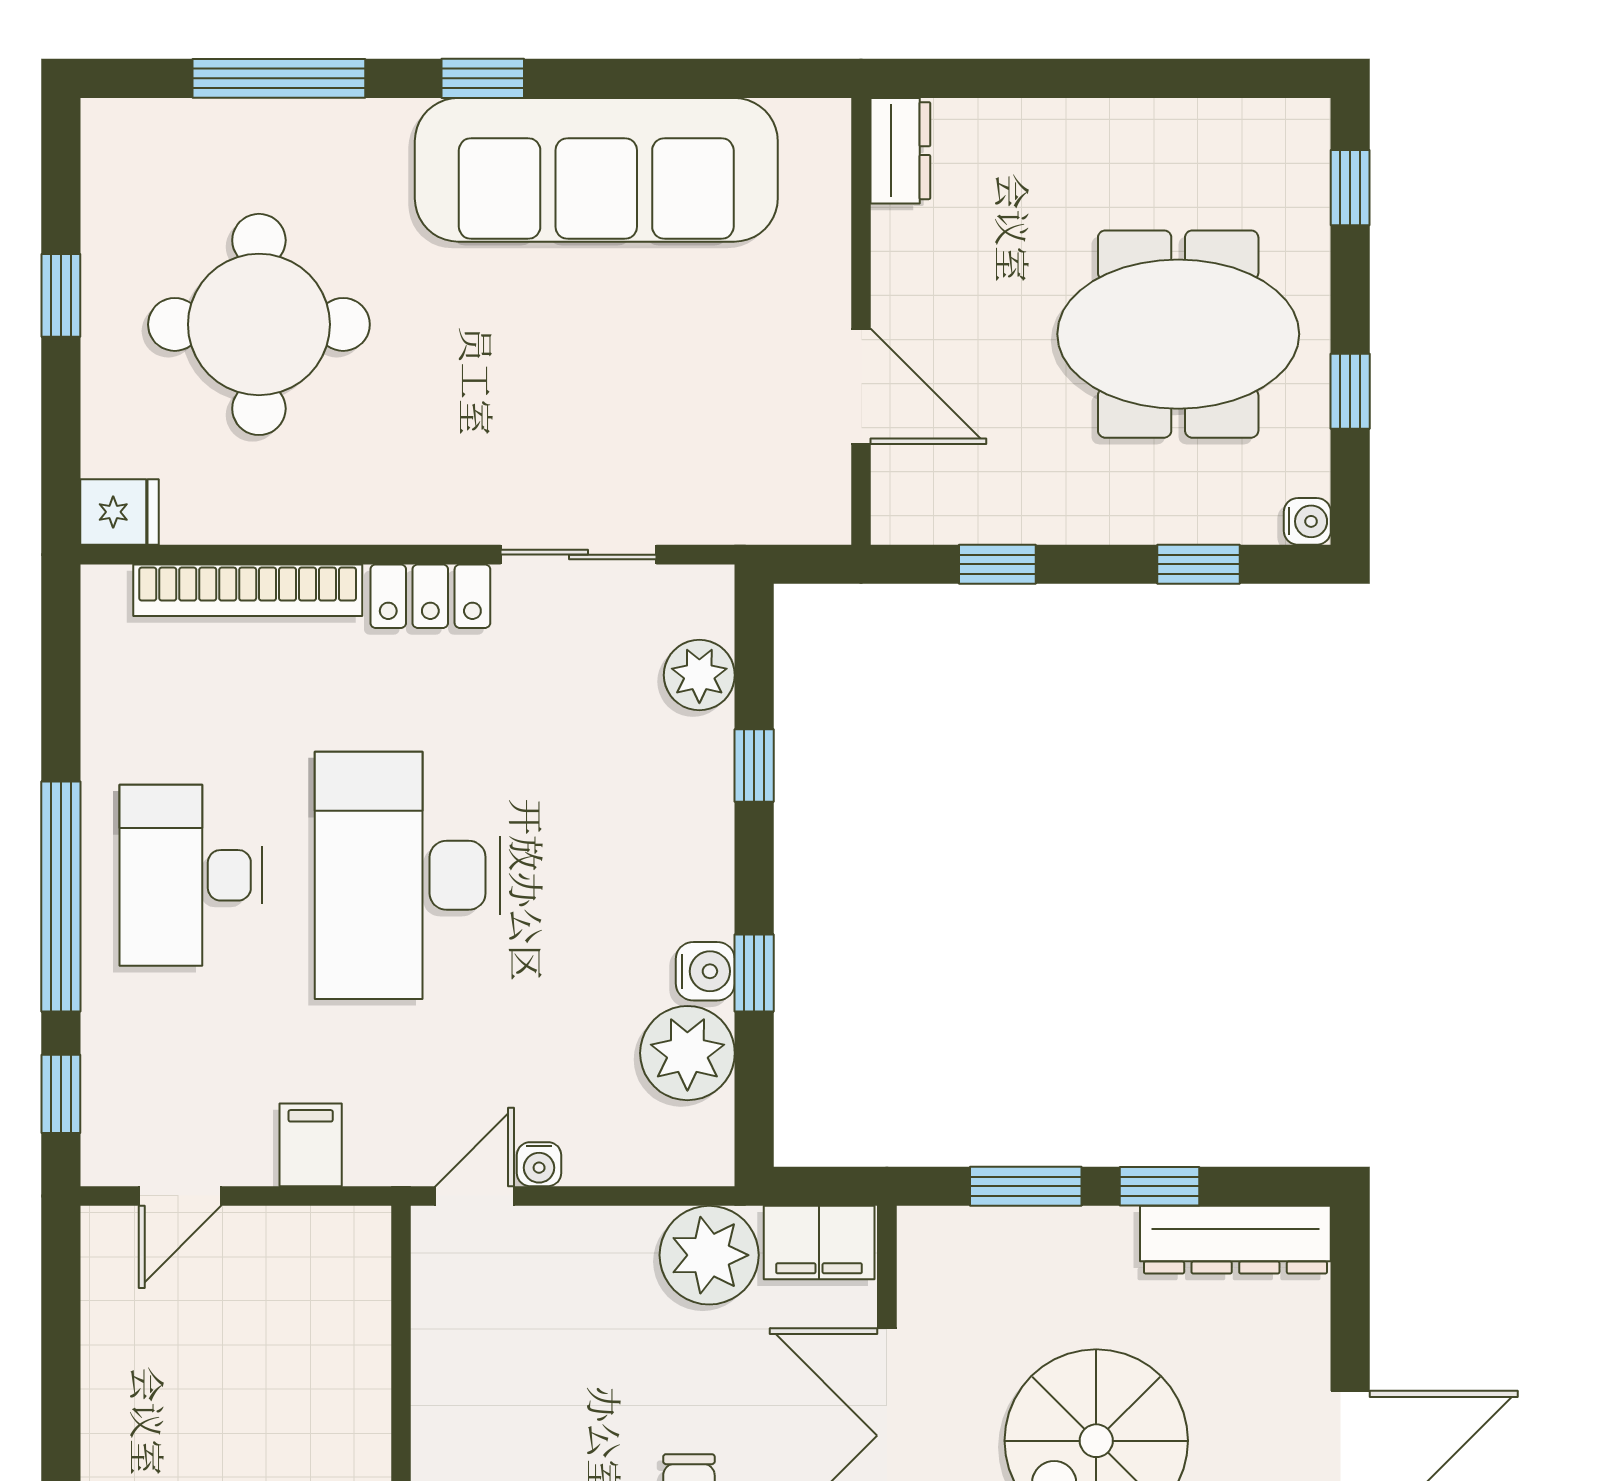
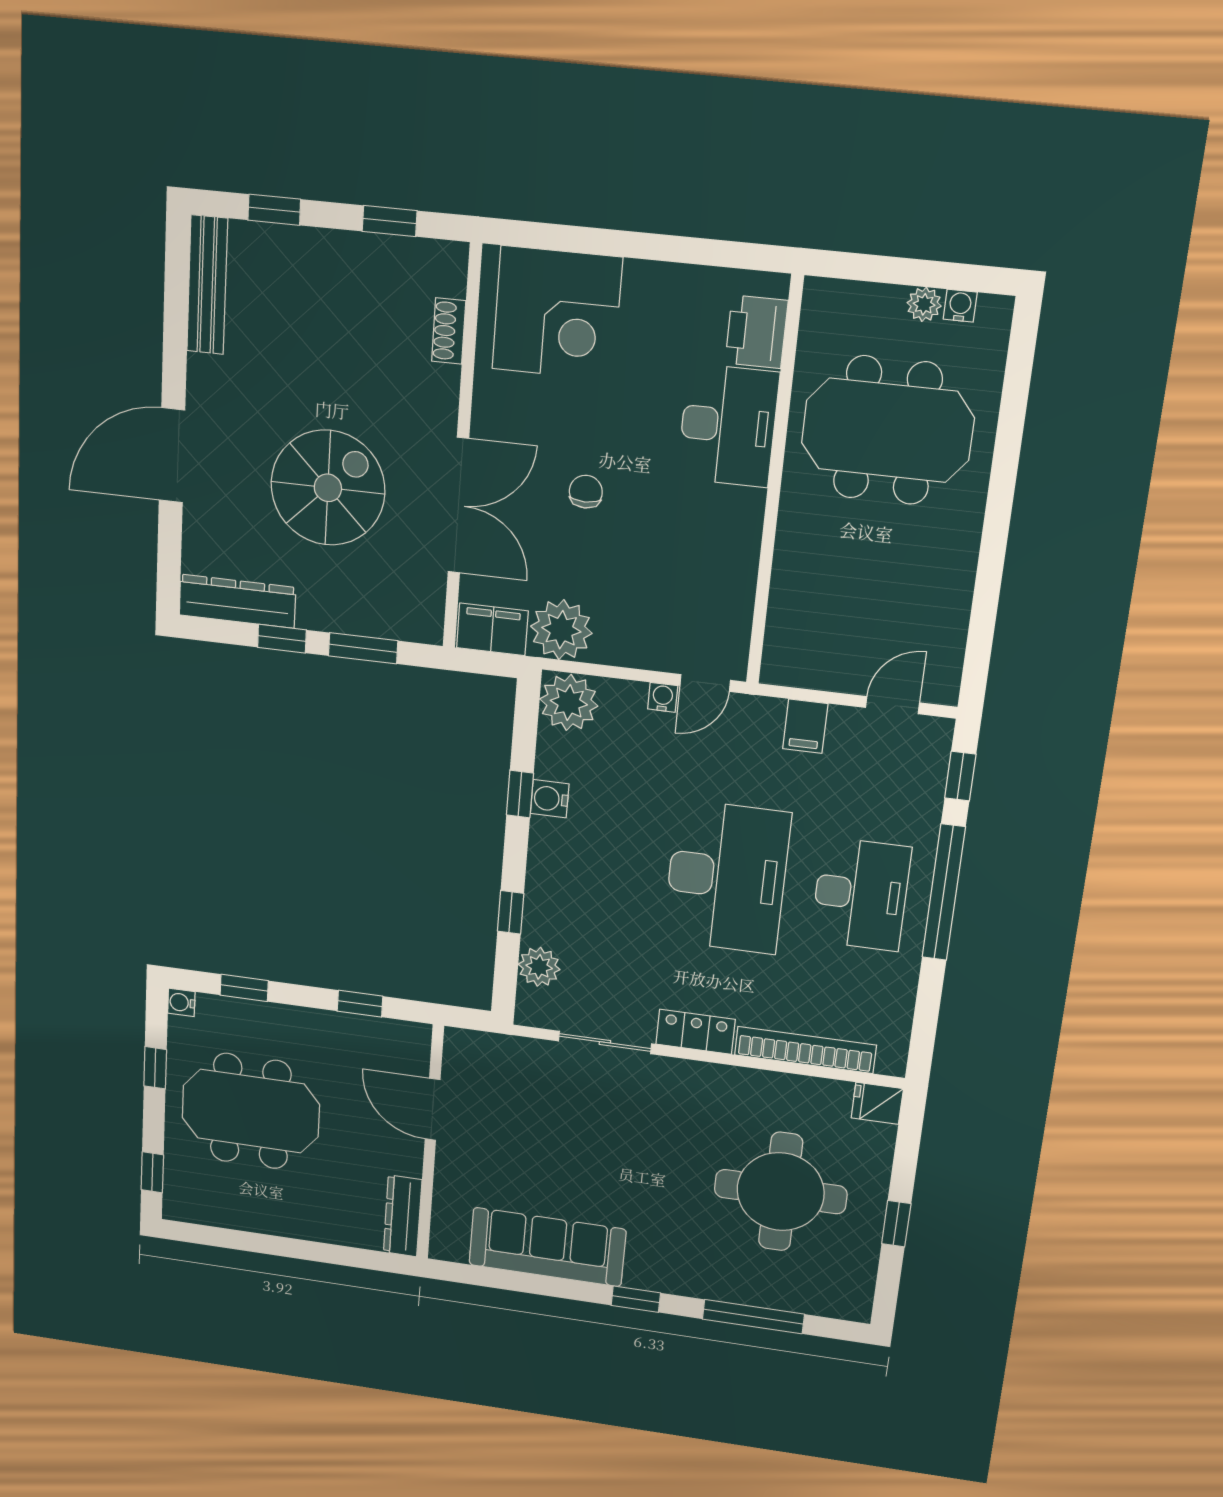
dresser: (900, 151) -> (403, 1216), width x1.44
sofa: (596, 170) -> (547, 1247), width x0.74, depth x0.79
plant: (687, 1053) -> (569, 703), moved

